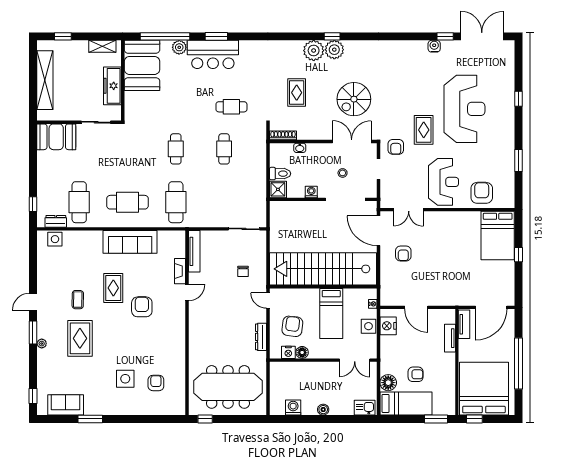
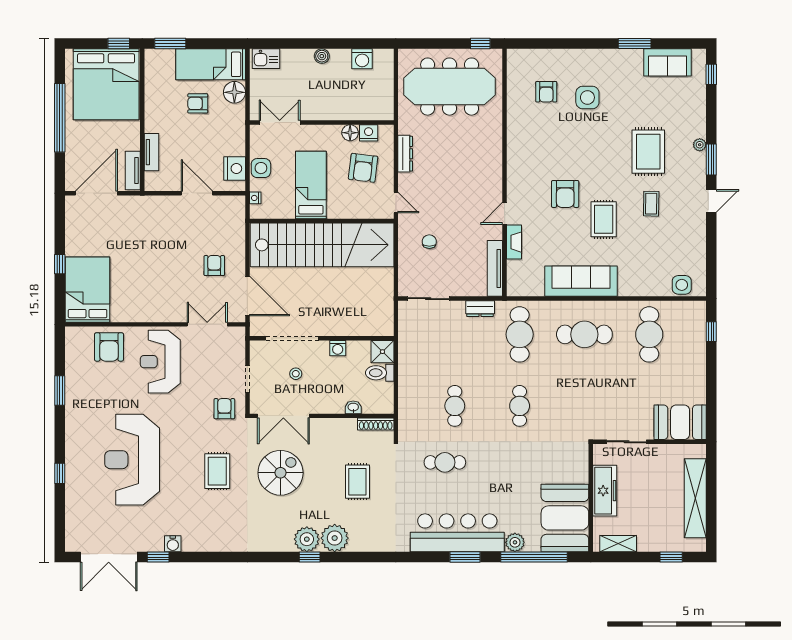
bar counter: (213, 54) -> (457, 533), width x1.36
rug: (424, 130) -> (217, 471), moved
dresser: (56, 221) -> (480, 309), moved

